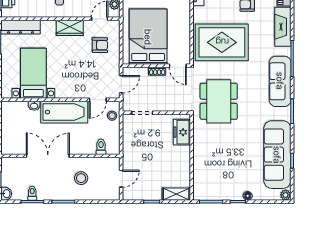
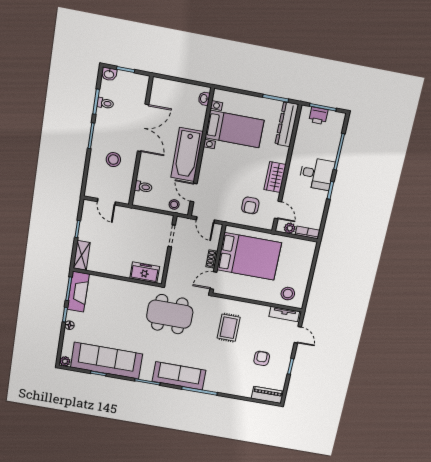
fireplace: (283, 27) -> (78, 292), moved, turned 90
rug: (222, 42) -> (229, 328), width x0.54, depth x0.49
washbasin: (34, 106) -> (204, 99), moved

